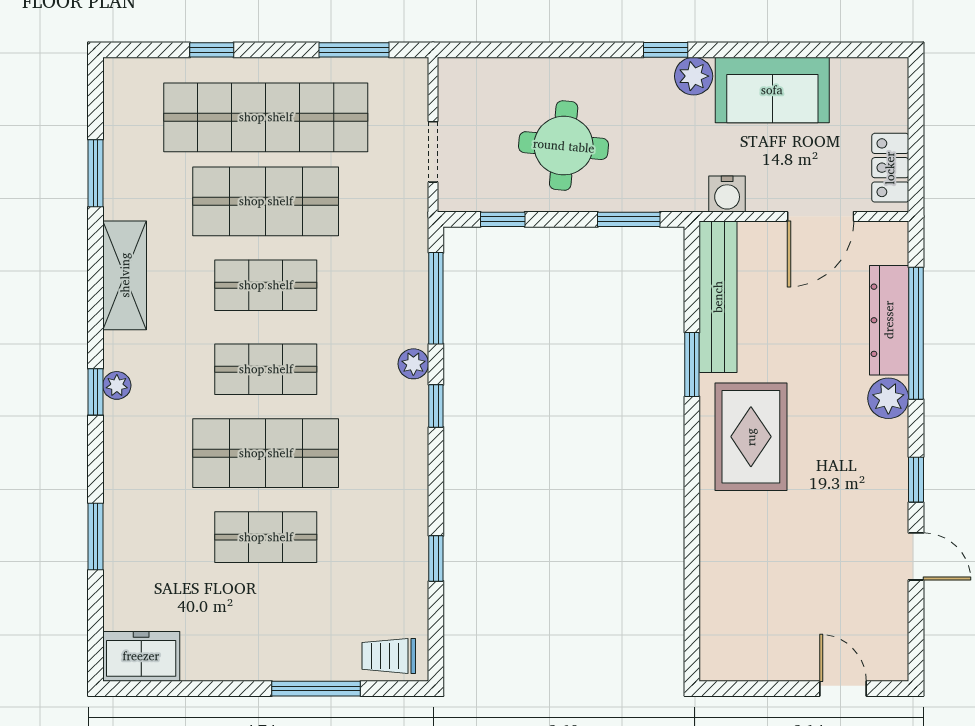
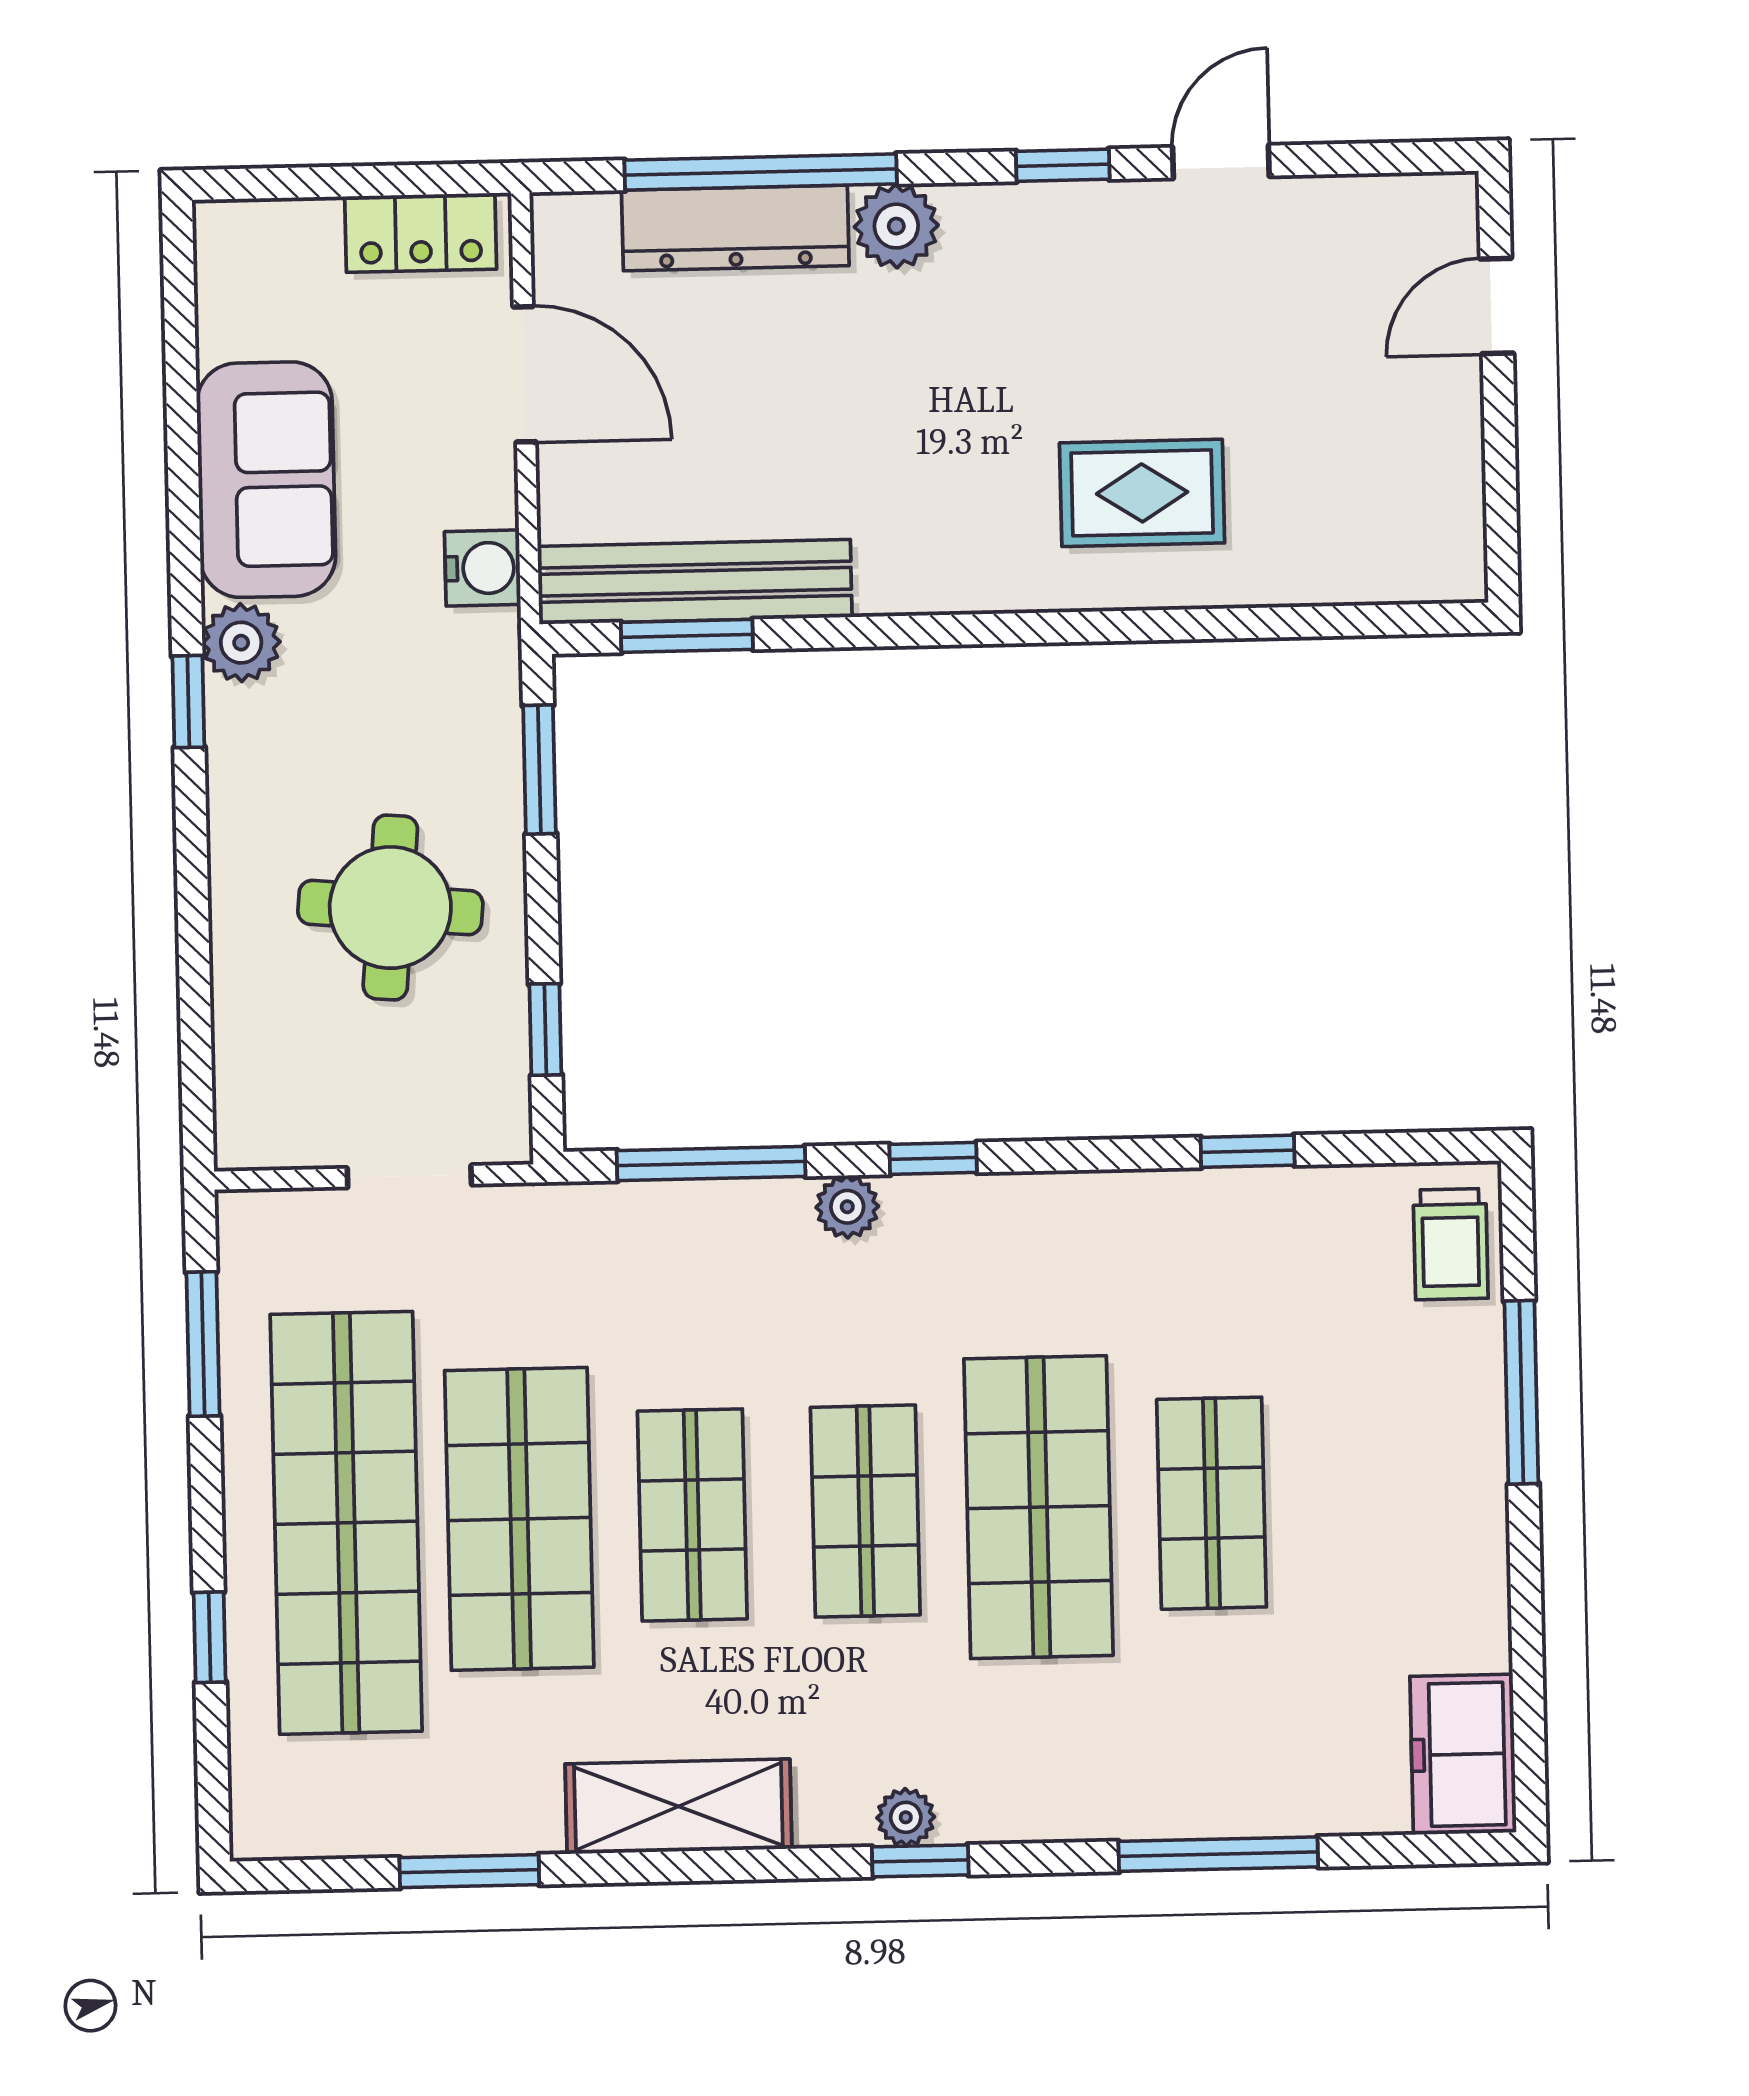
window: (692, 364) -> (687, 636), moved
rug: (751, 437) -> (1142, 493), moved, width x0.73, depth x0.70
window: (96, 537) -> (1218, 1854), width x1.44

